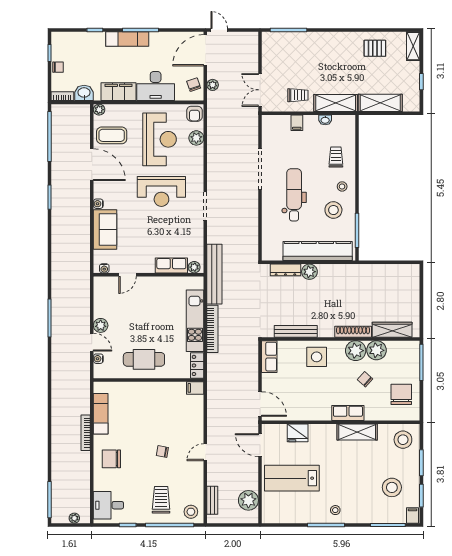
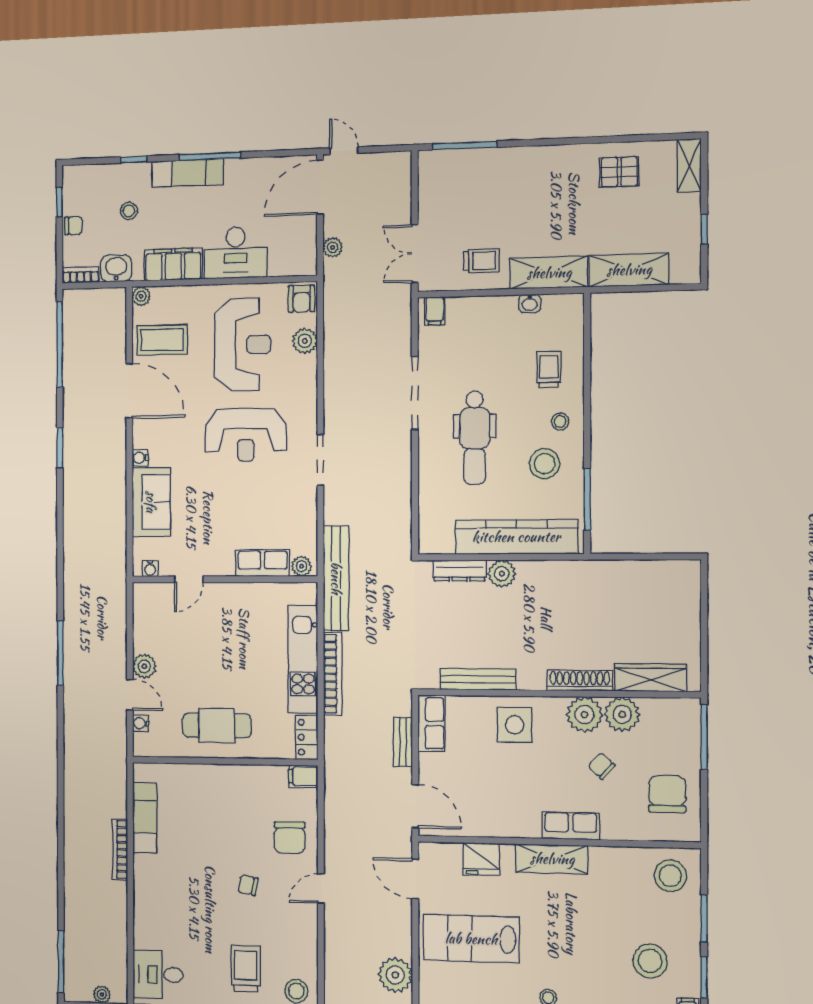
stool: (92, 60) -> (129, 211), added
chair: (194, 85) -> (300, 248), removed
filing cabinet: (297, 123) -> (435, 311), moved
dental chair: (294, 195) -> (475, 438), turned 180
shelving: (357, 432) -> (552, 859), moved
chair: (111, 459) -> (290, 837), moved, turned -90
bench: (212, 500) -> (403, 742), moved

